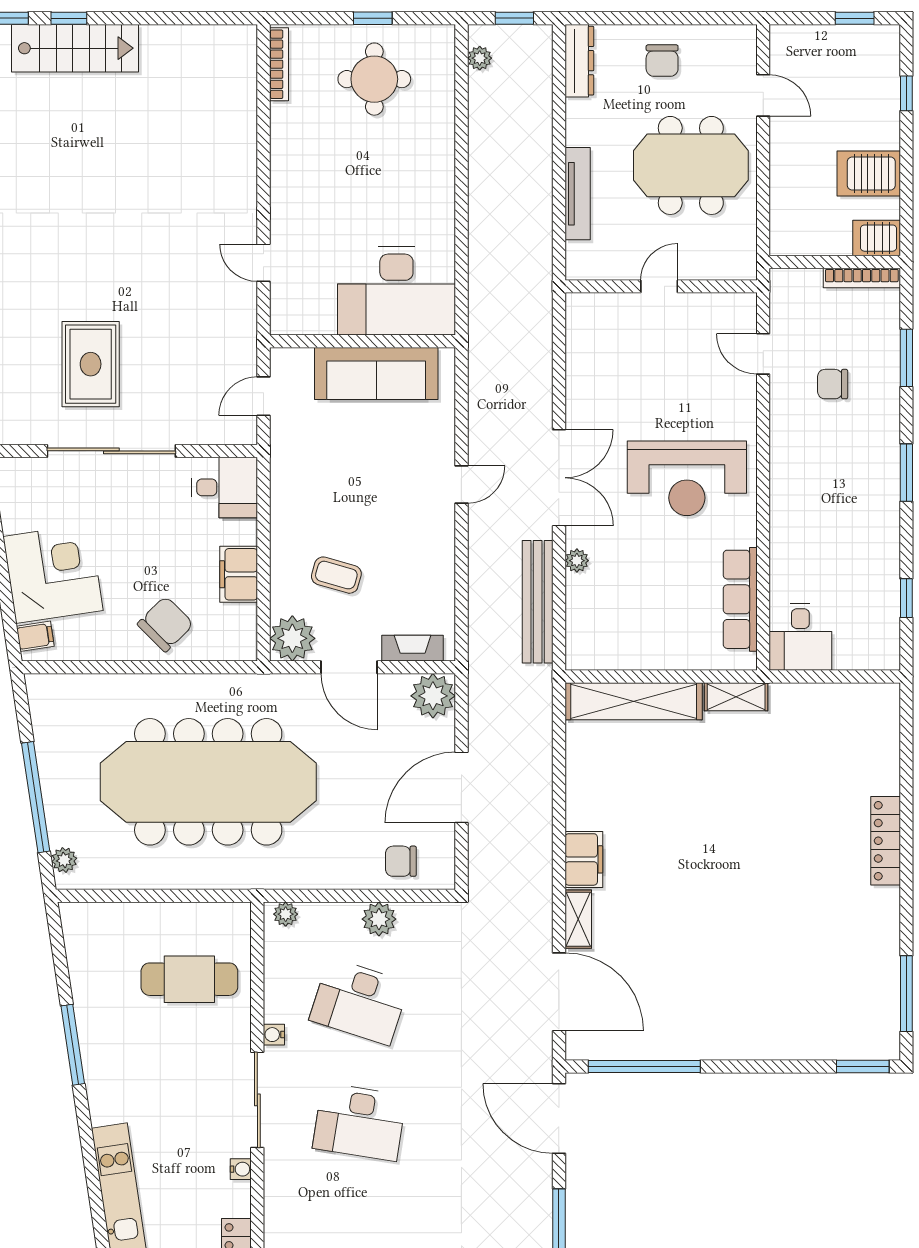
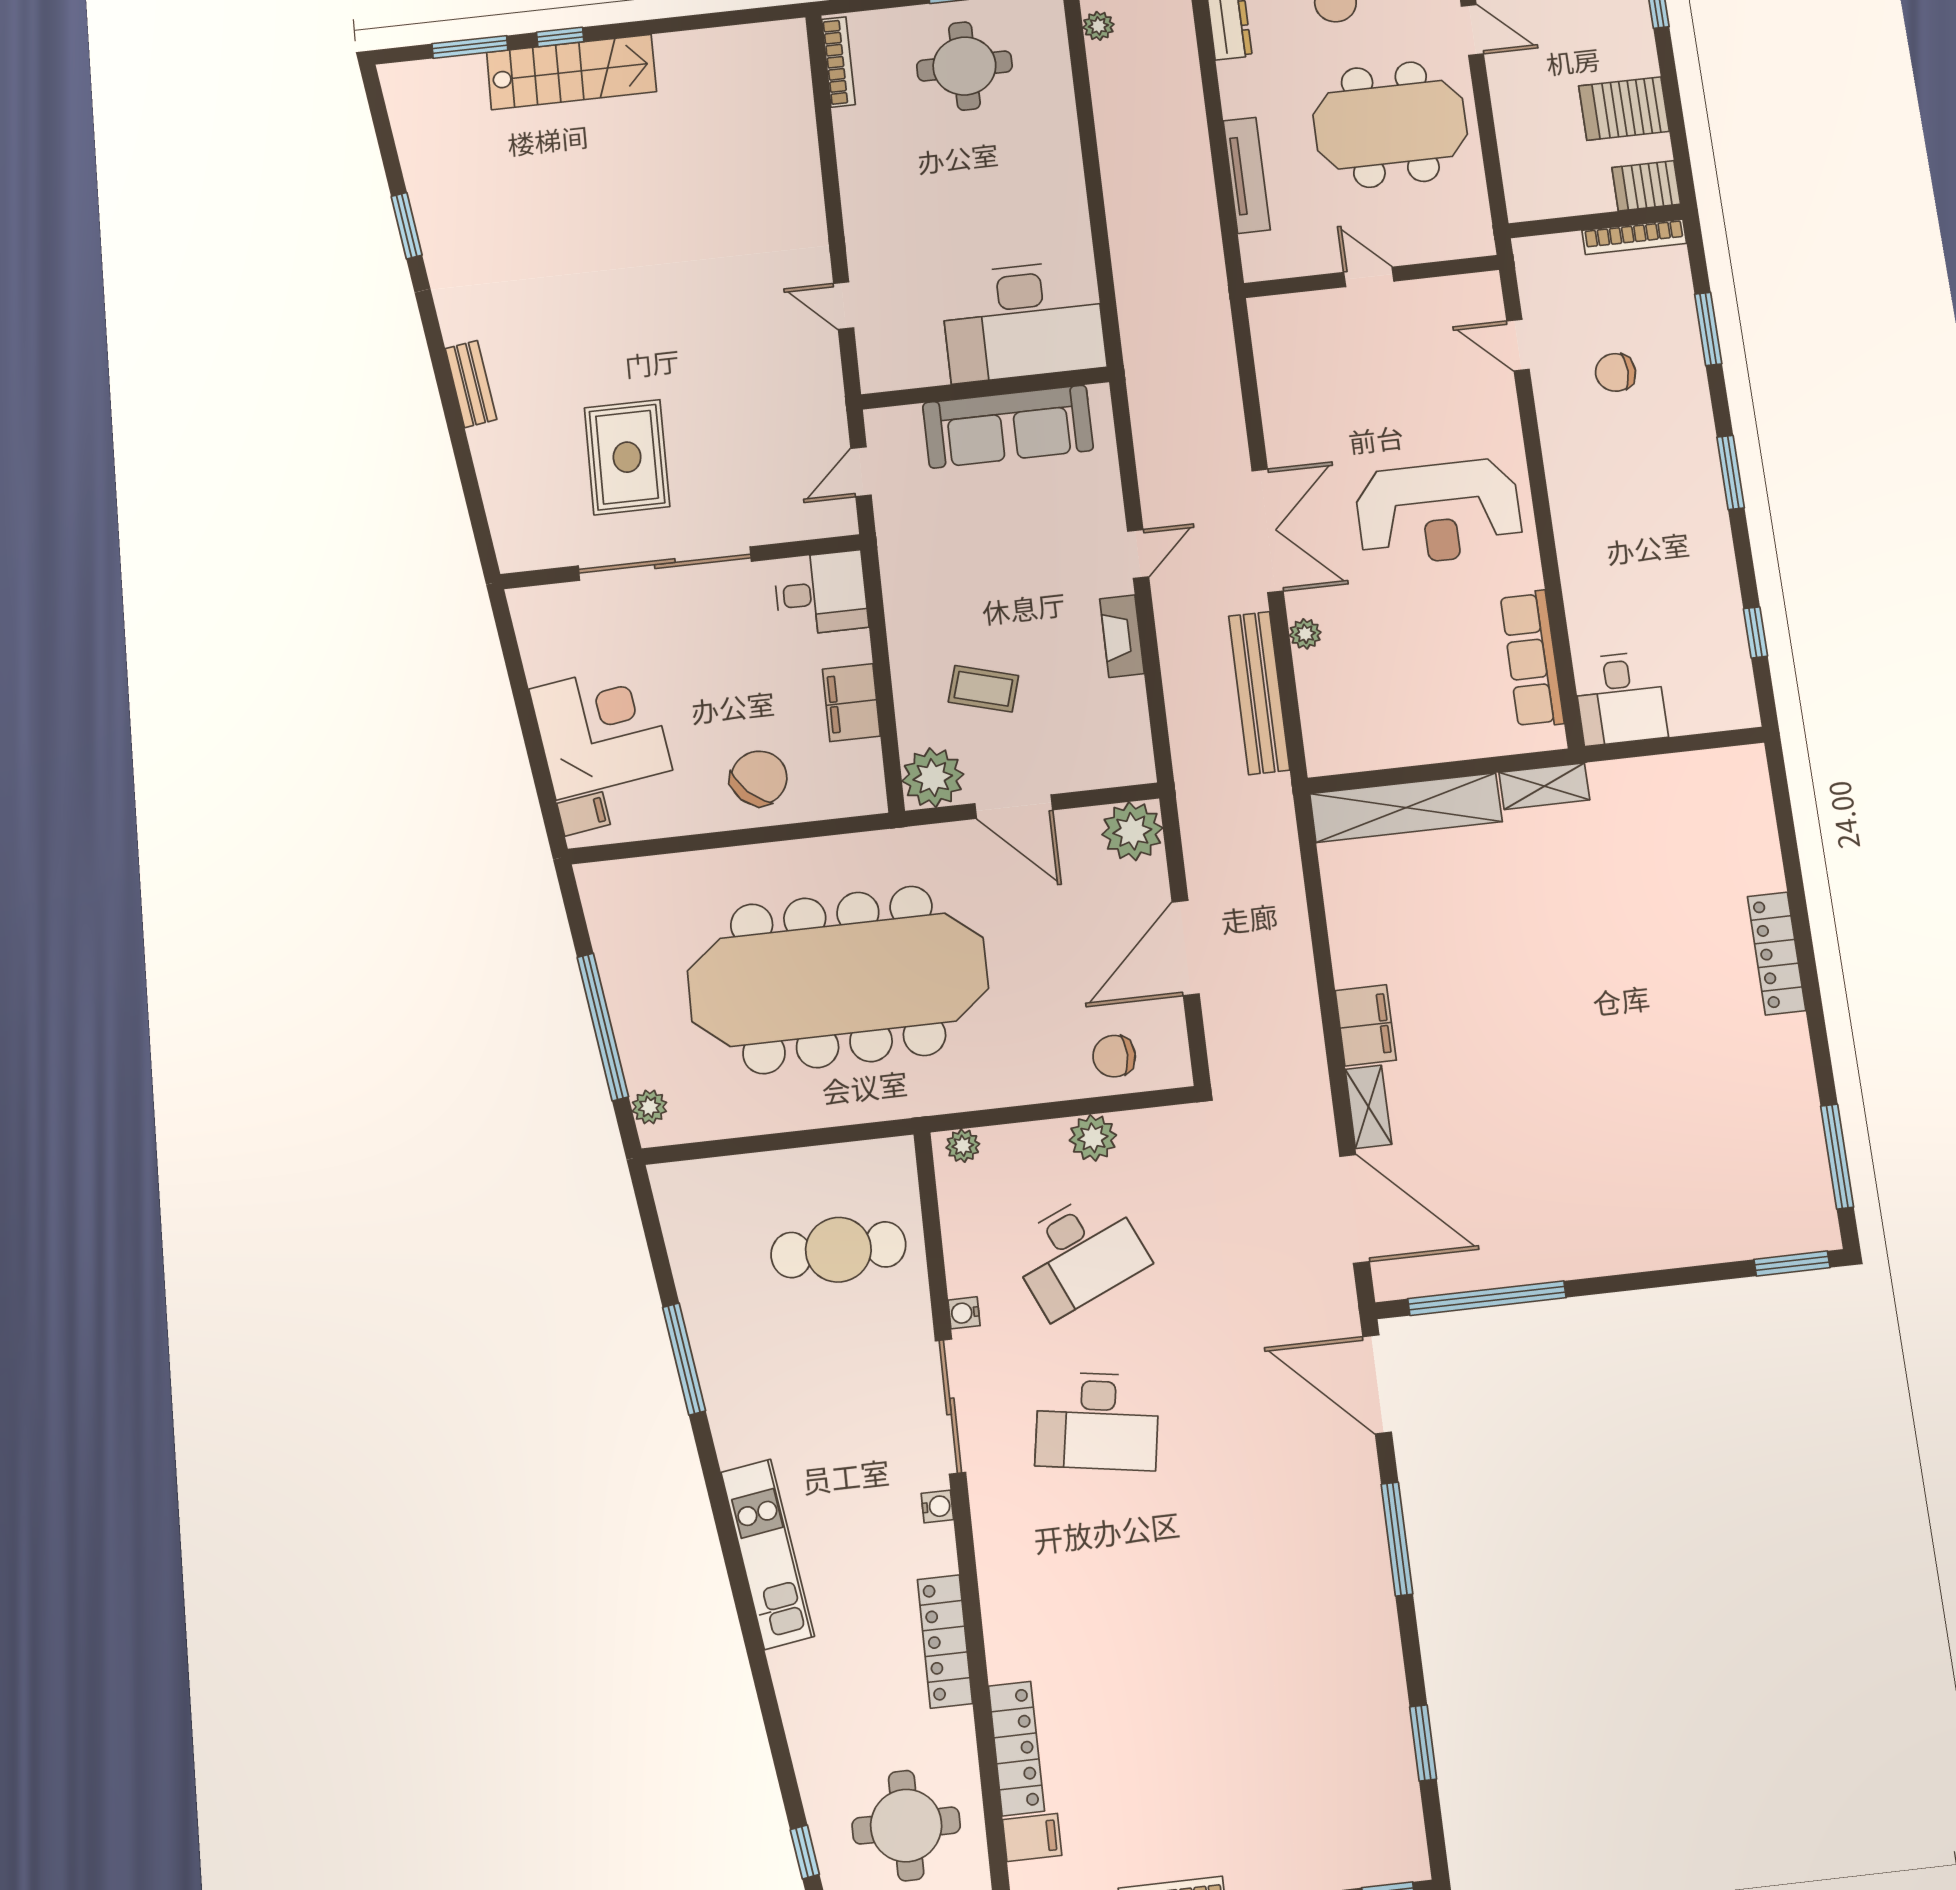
door: (659, 286) -> (1369, 277), hinge flipped
fireplace: (413, 648) -> (1122, 636), moved, turned -90
desk: (359, 1001) -> (1078, 1254), turned -42

